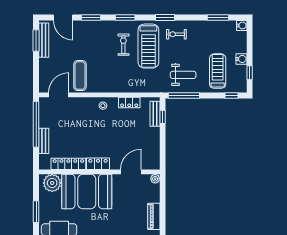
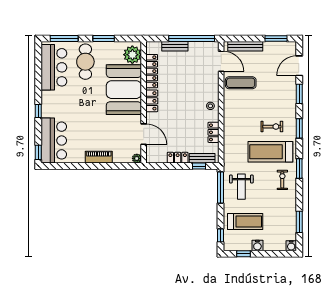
bench: (44, 40) -> (245, 46), moved
locker: (154, 138) -> (178, 158), added

